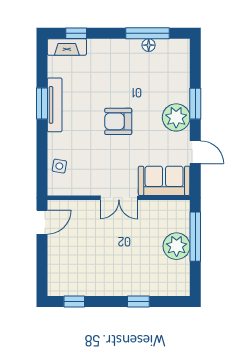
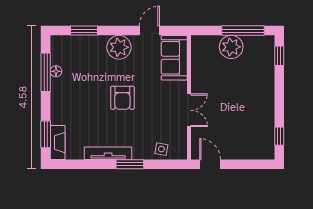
window: (76, 33) -> (46, 134), width x1.50
window: (42, 103) -> (130, 164), moved
window: (195, 104) -> (84, 31), moved
double door: (119, 198) -> (189, 110), moved
window: (195, 237) -> (243, 31), moved
window: (138, 301) -> (279, 56), moved

